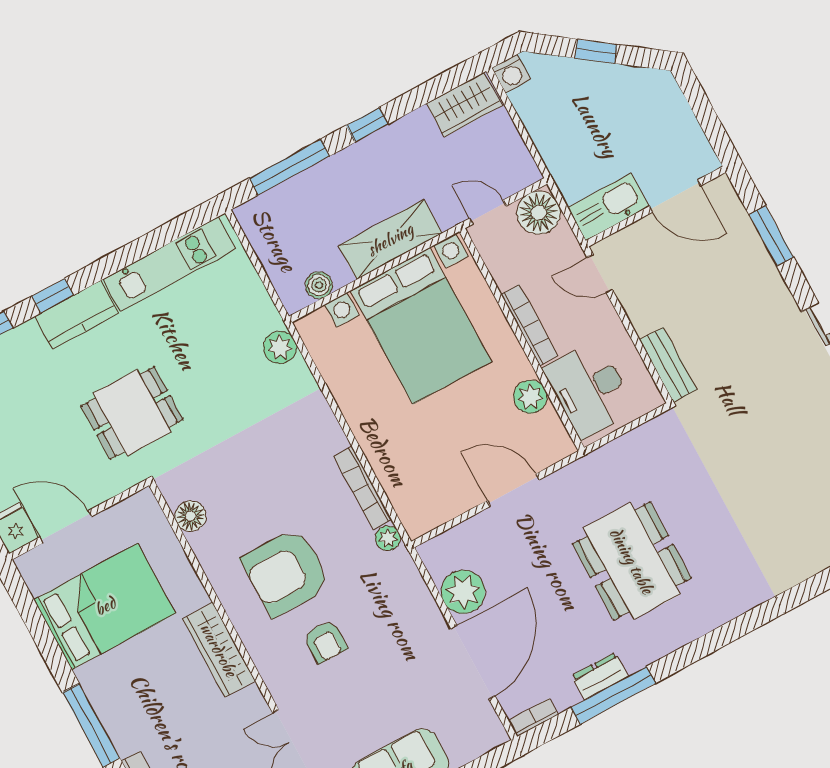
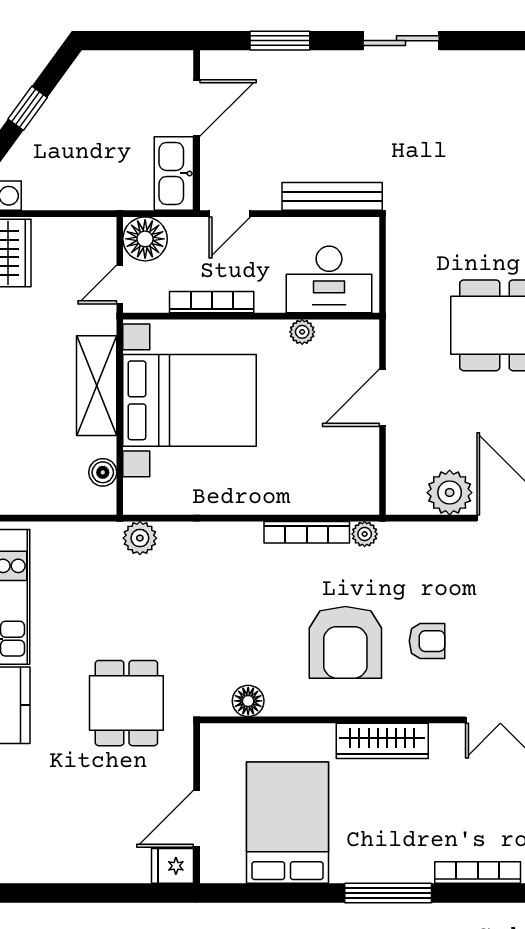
bookcase: (529, 325) -> (212, 302), moved
bench: (668, 365) -> (332, 196), width x1.36
plant: (530, 397) -> (302, 332), width x0.73, depth x0.73

